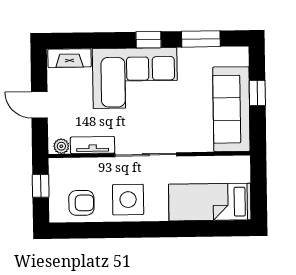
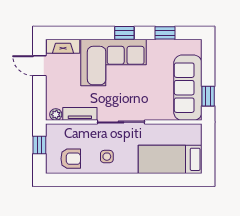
window: (201, 39) -> (165, 33), width x0.67
window: (257, 93) -> (208, 96), moved
door: (39, 105) -> (39, 66), moved
side table: (128, 200) -> (107, 157), width x0.54, depth x0.54

